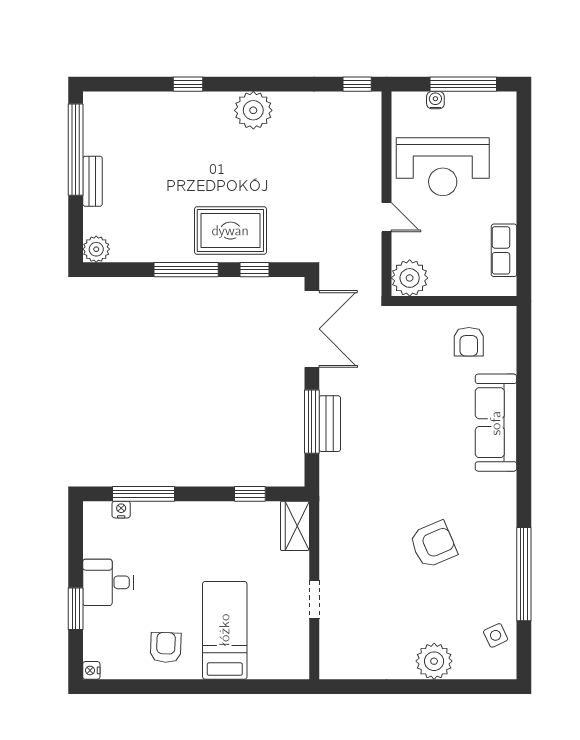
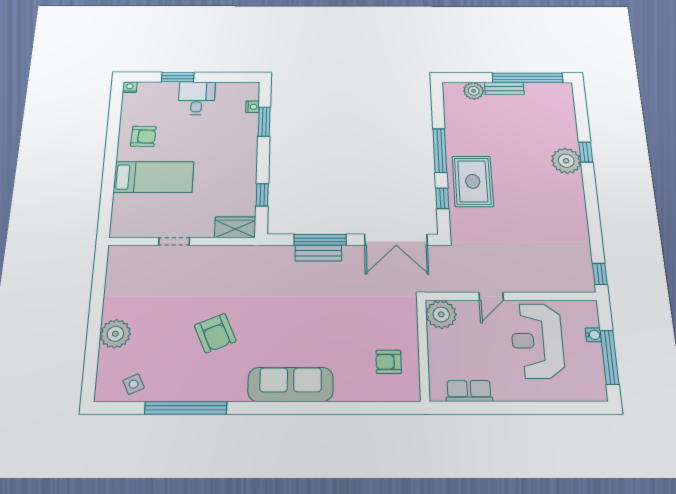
plant: (253, 110) -> (566, 161), moved
plant: (96, 249) -> (474, 91), moved
sofa: (496, 423) -> (291, 384), moved
window: (143, 494) -> (264, 122), width x0.69

